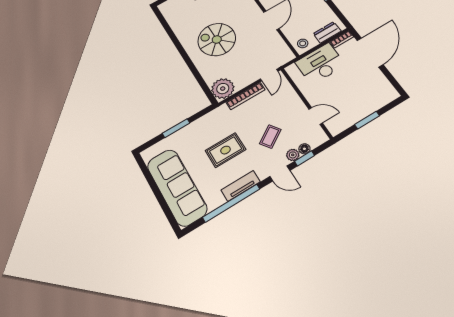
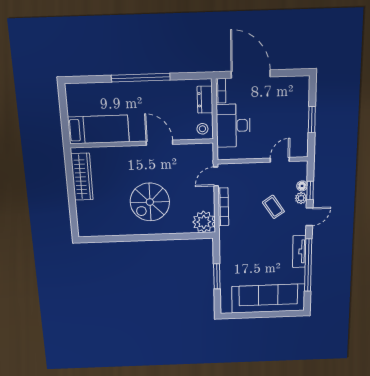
door: (269, 75) -> (216, 176), swing flipped
rug: (226, 150) -> (262, 248), removed

